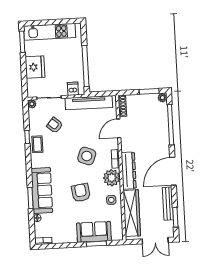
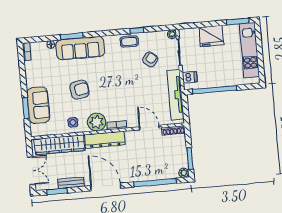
side table: (87, 156) -> (119, 95), removed
bench: (168, 204) -> (71, 183), width x0.73
double door: (155, 241) -> (31, 171), swing flipped

